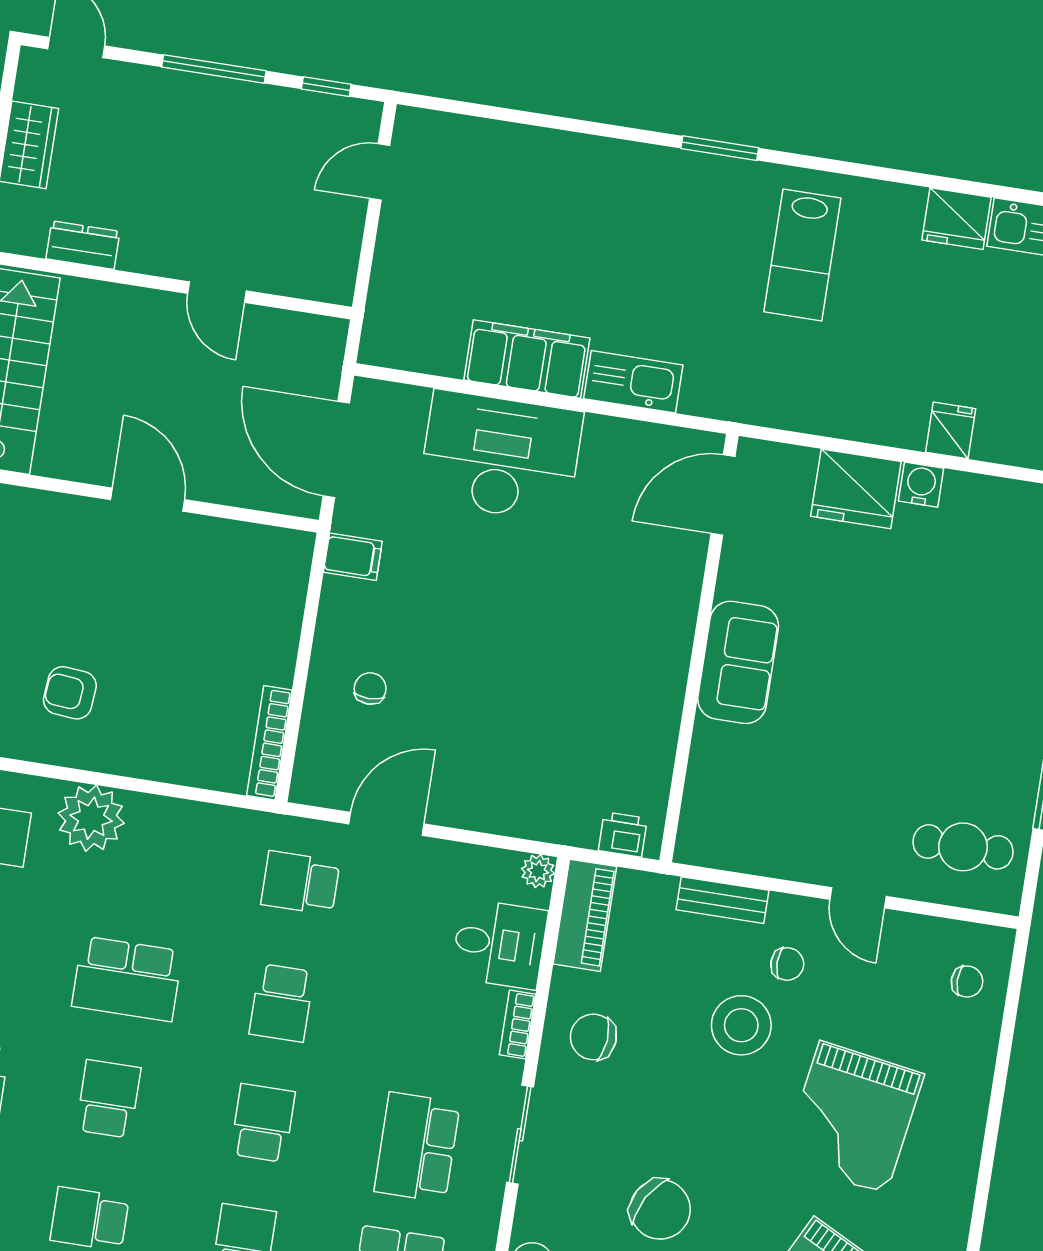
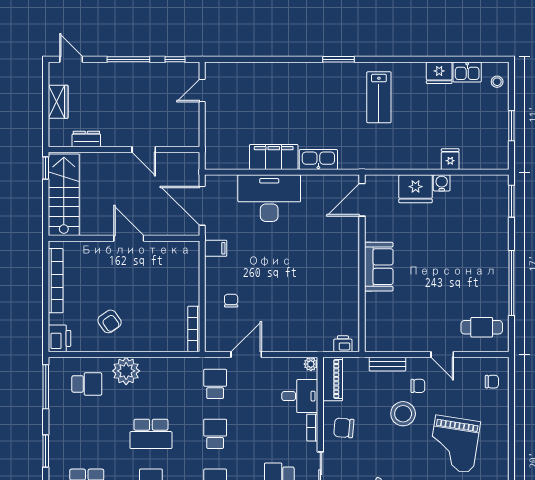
armchair: (70, 693) -> (110, 321), turned -130
school desk: (300, 883) -> (215, 384), turned 90
school desk: (282, 1003) -> (215, 434), turned 180

